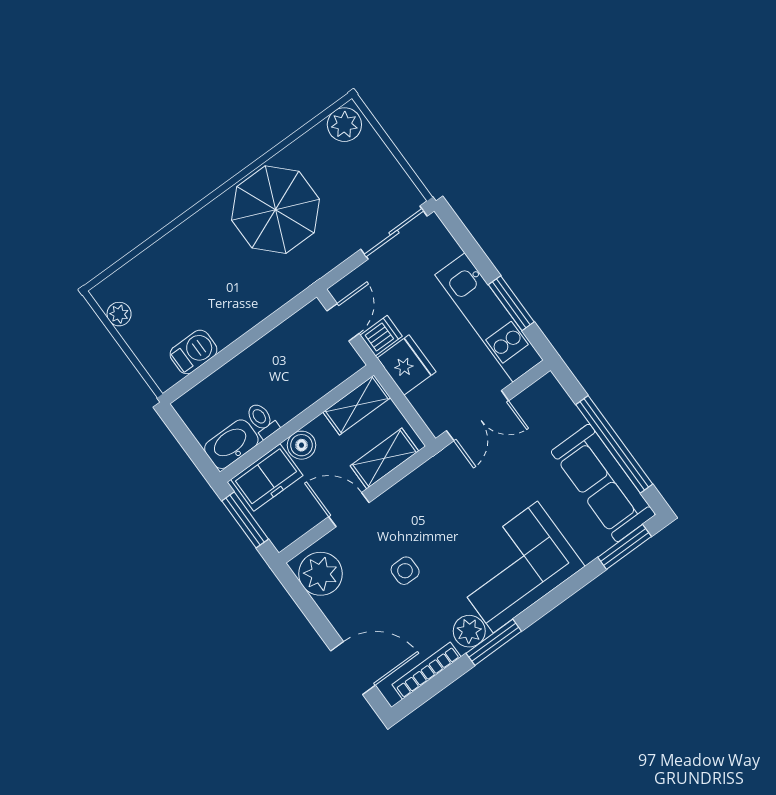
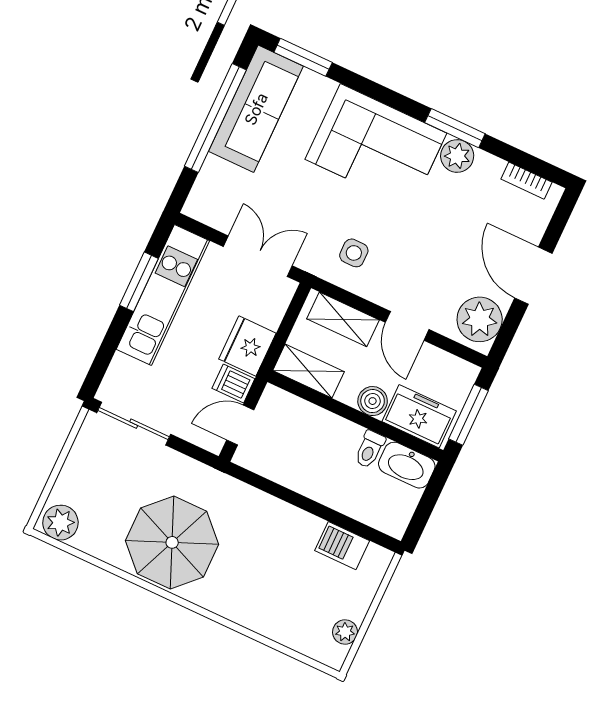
side table: (405, 571) -> (354, 253), moved
door: (353, 668) -> (533, 276), moved
bookcase: (426, 671) -> (527, 181), width x0.64

